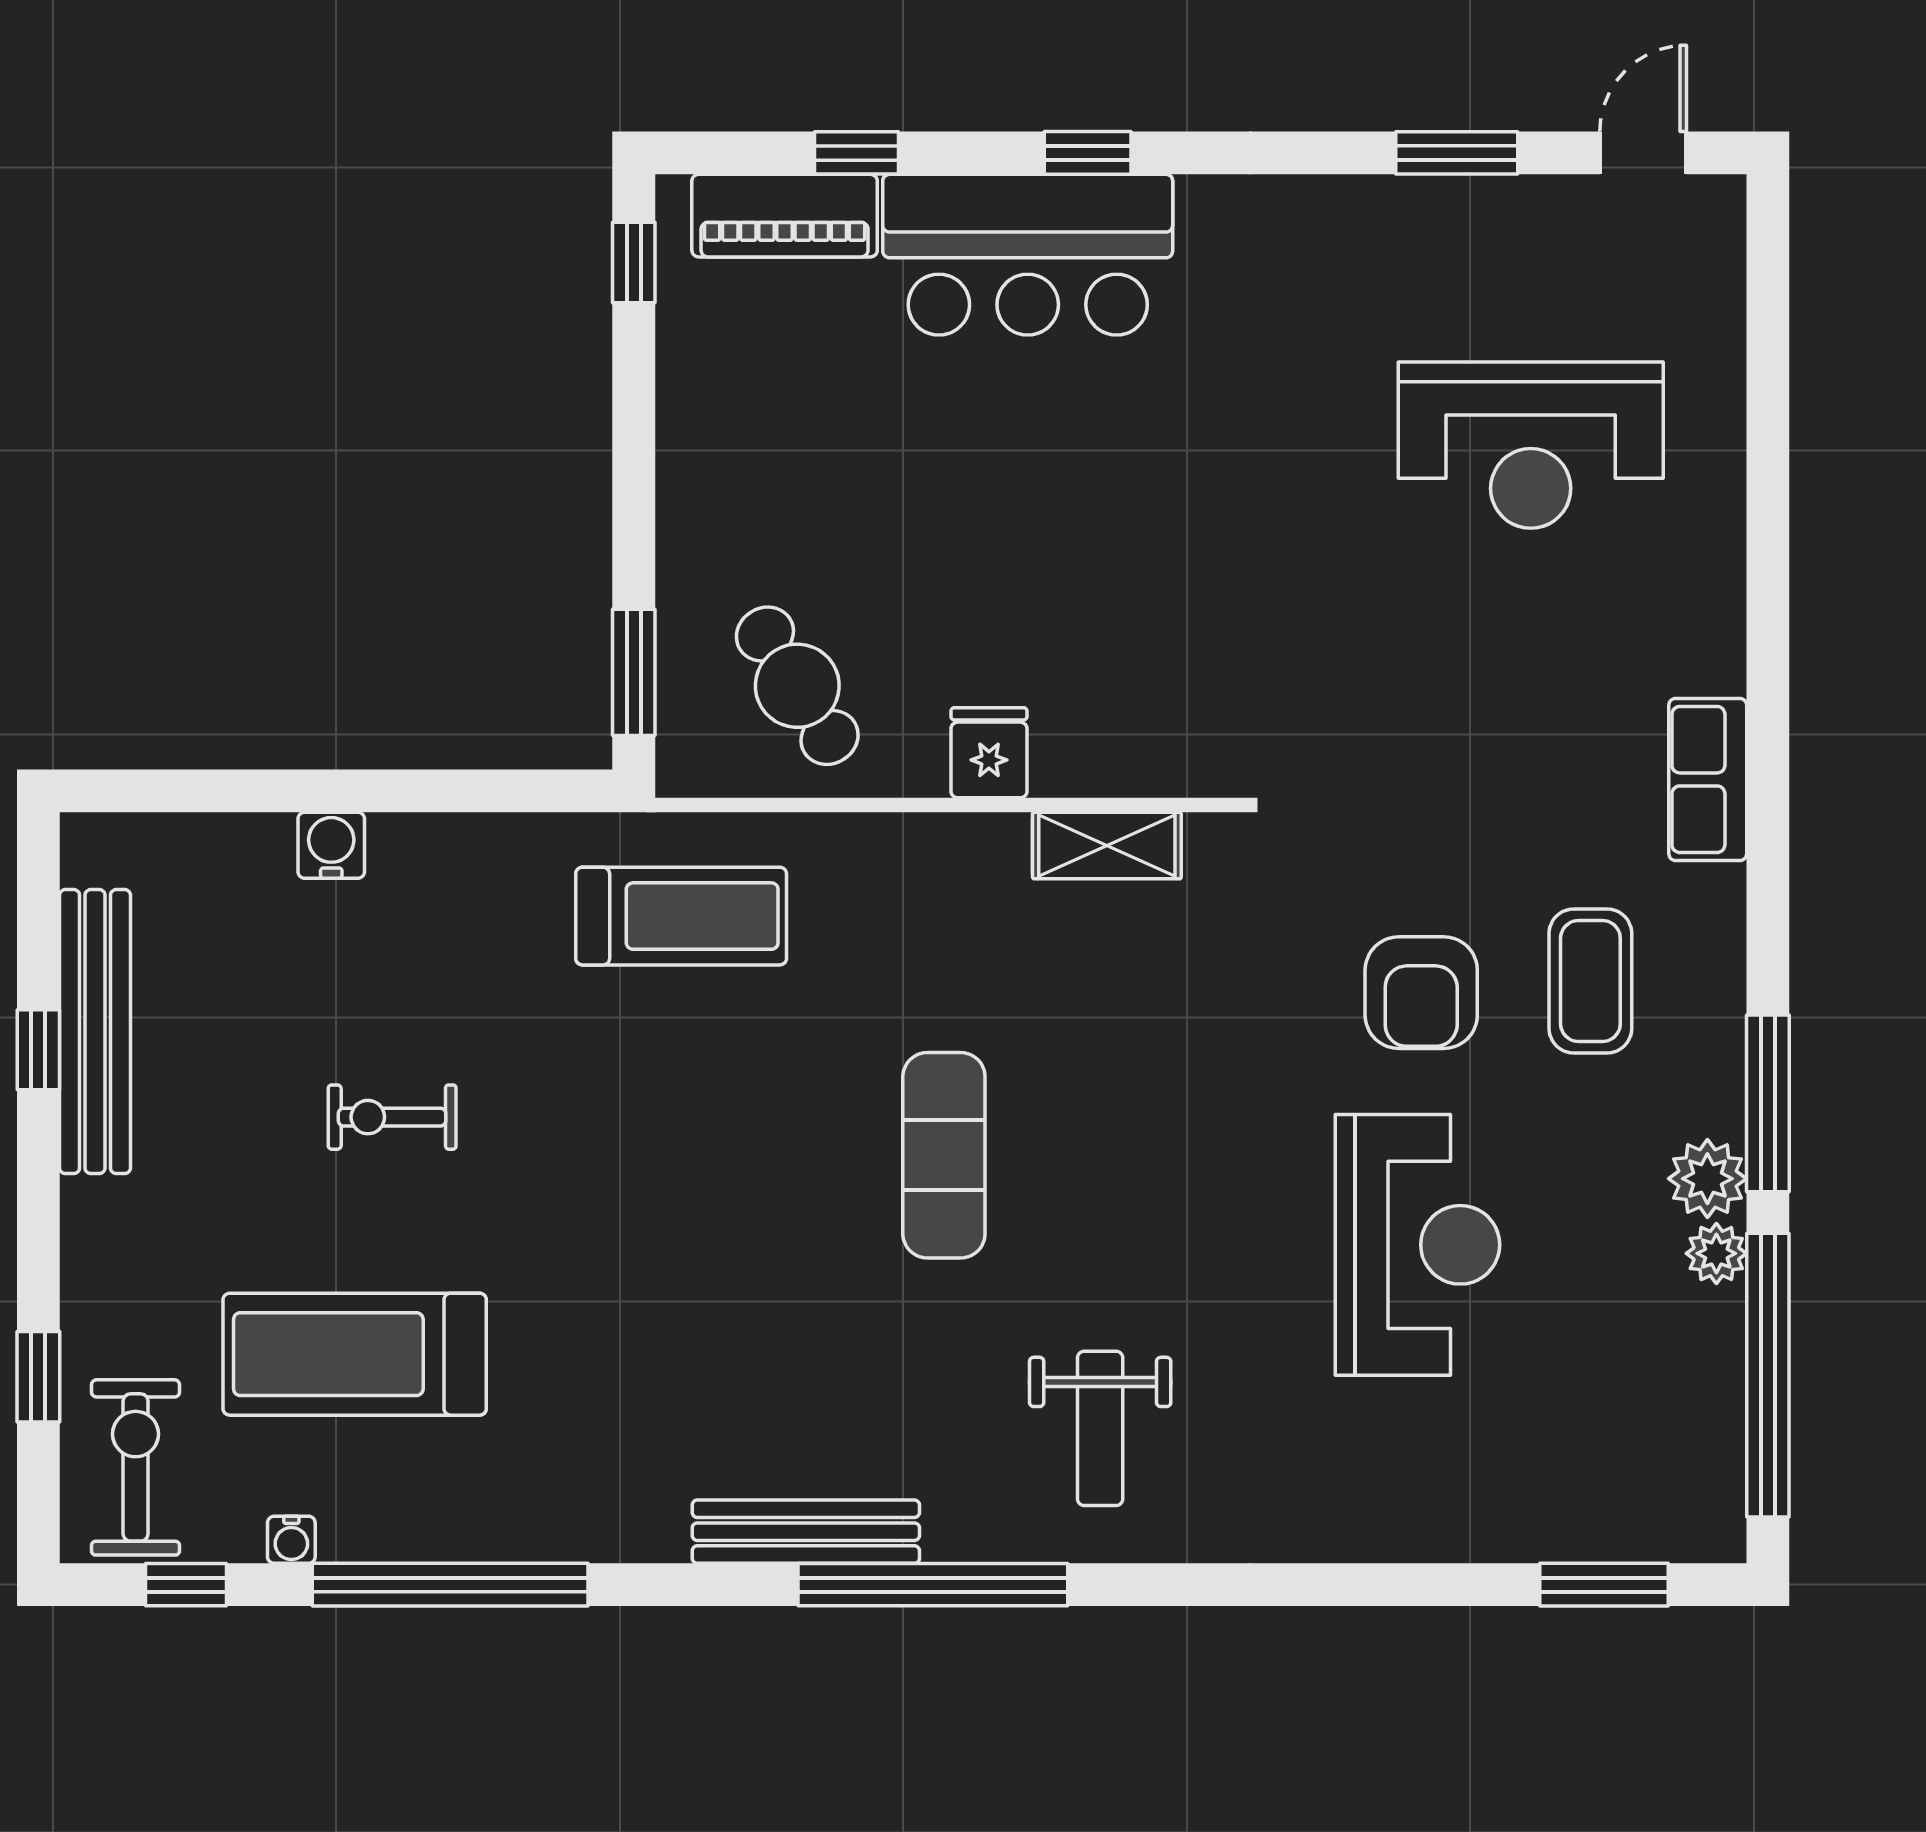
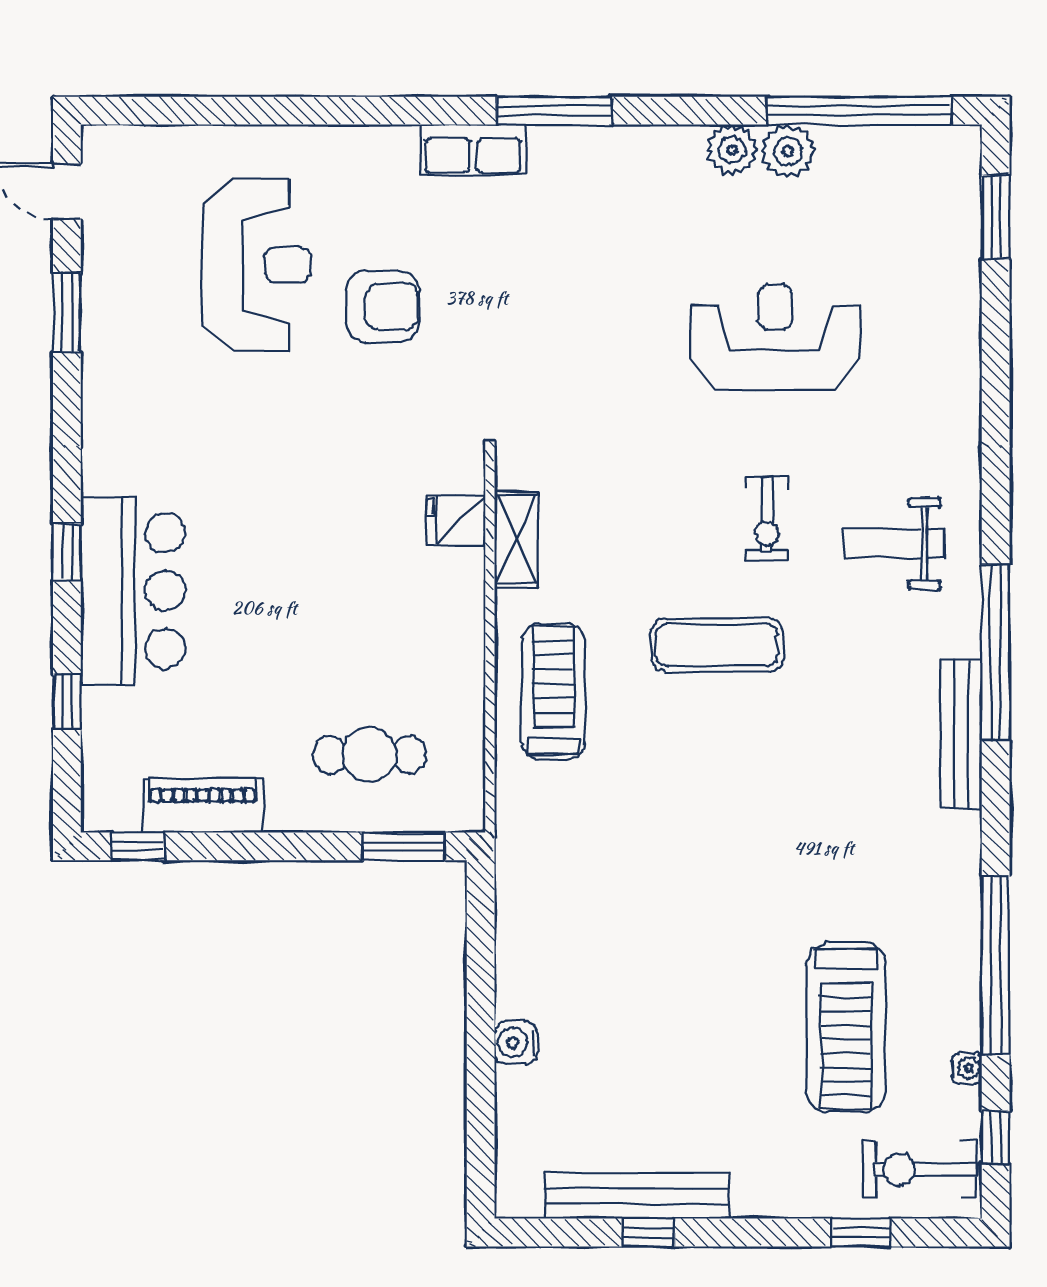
piano: (785, 216) -> (203, 806), moved, turned -90
cafe table: (797, 686) -> (369, 755), moved, turned 32
fridge: (989, 753) -> (456, 520), moved
treadmill: (681, 916) -> (553, 692), moved
coffee table: (1590, 981) -> (604, 226), removed
armchair: (1421, 993) -> (382, 306), moved
window: (1768, 1103) -> (554, 111), moved
exercise bike: (392, 1117) -> (767, 519), moved
plant: (1716, 1253) -> (788, 151), width x1.38, depth x1.38
weight bench: (1100, 1428) -> (894, 544), turned 180

